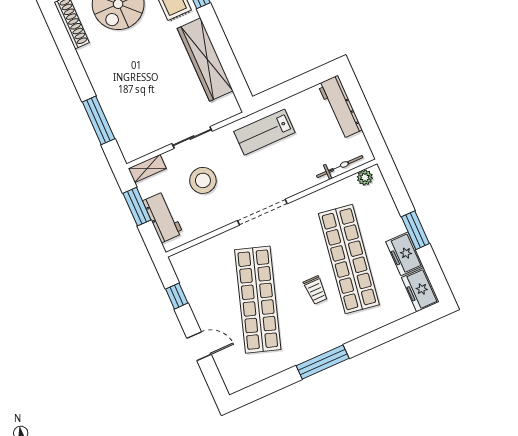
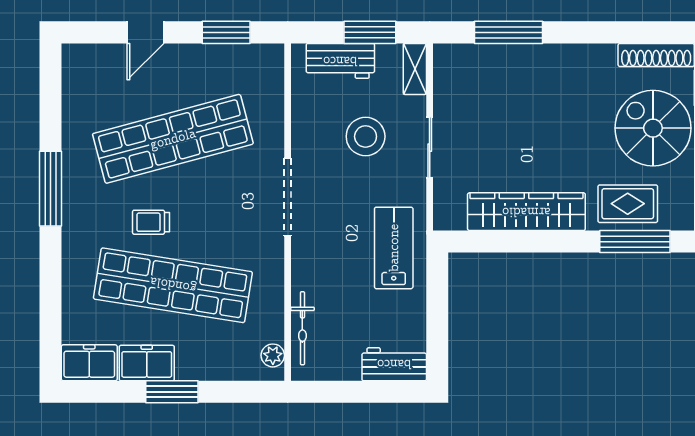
workbench: (340, 107) -> (394, 364), width x0.73
window: (177, 296) -> (226, 32), width x1.50
shop shelf: (258, 300) -> (173, 139), turned -33

